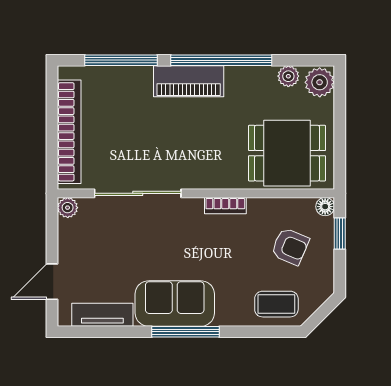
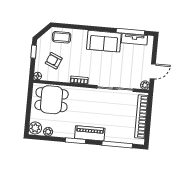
window: (221, 60) -> (75, 141), width x0.47
window: (340, 233) -> (34, 52), moved
door: (52, 282) -> (153, 71), moved
window: (185, 332) -> (130, 32), moved

